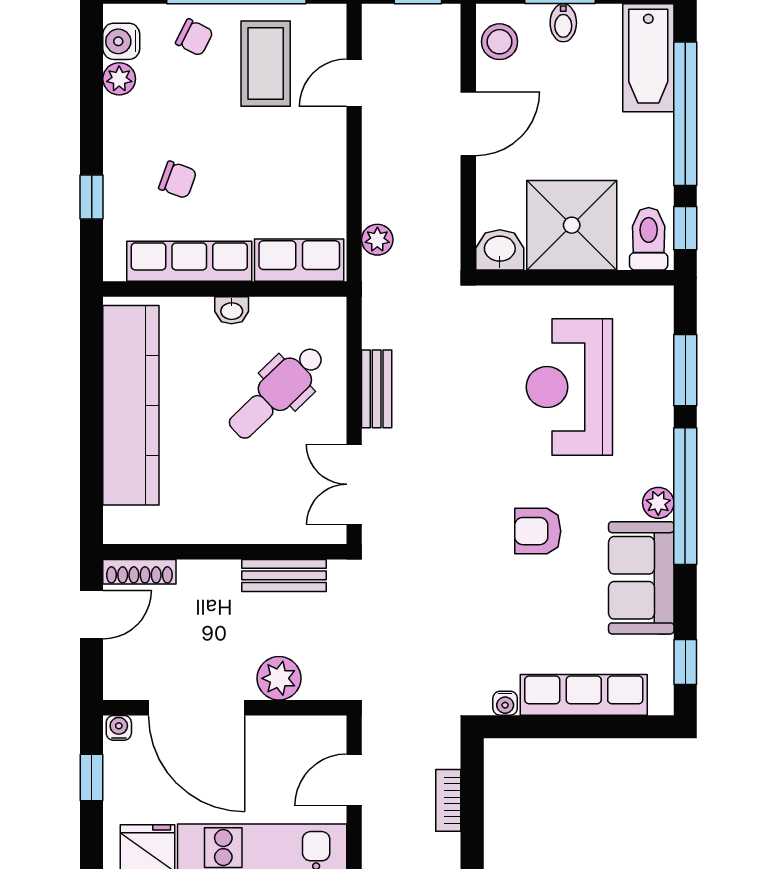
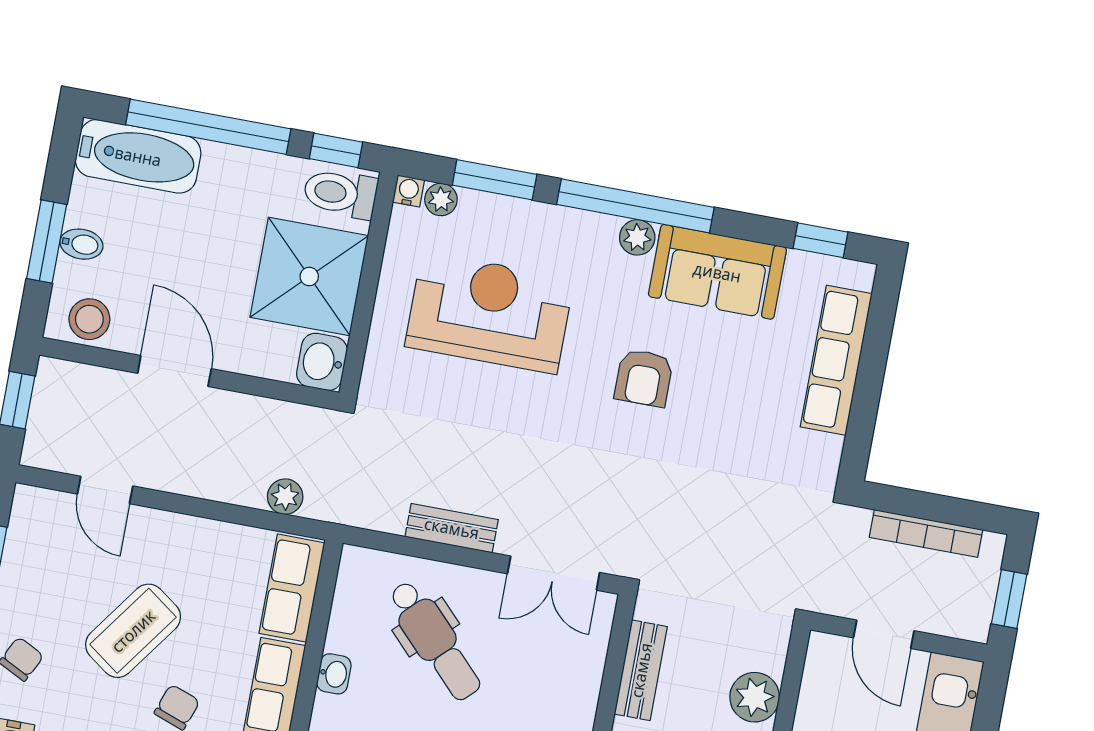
coffee table: (266, 64) -> (133, 631), moved, turned -54
plant: (660, 327) -> (441, 200), added
reception desk: (569, 387) -> (489, 313), turned 180
water cooler: (505, 703) -> (409, 191), moved, turned -90
bookcase: (448, 800) -> (926, 533), width x1.56

